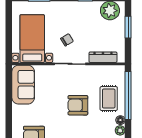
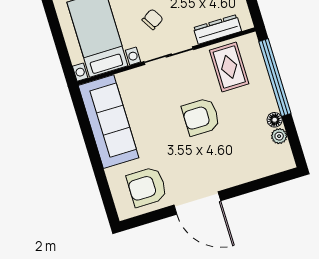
sofa: (23, 85) -> (109, 122), width x1.36
rug: (109, 98) -> (229, 67), moved

